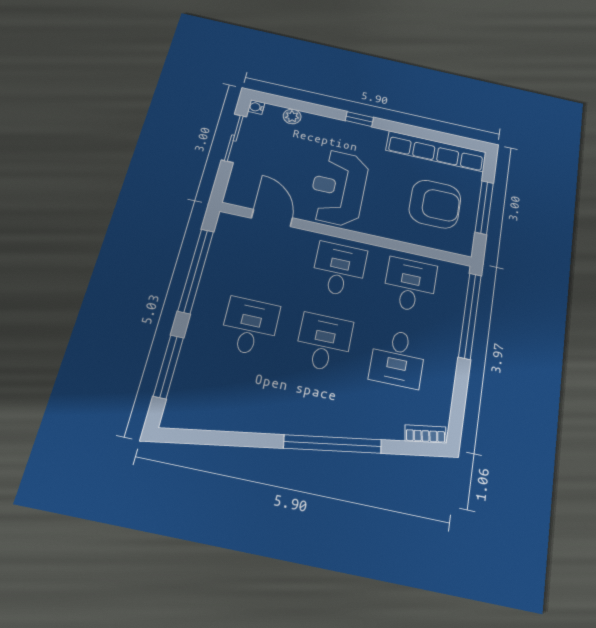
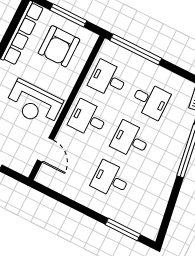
armchair: (435, 204) -> (59, 46), turned 180
door: (272, 218) -> (45, 150), swing flipped
window: (196, 271) -> (69, 202), removed

